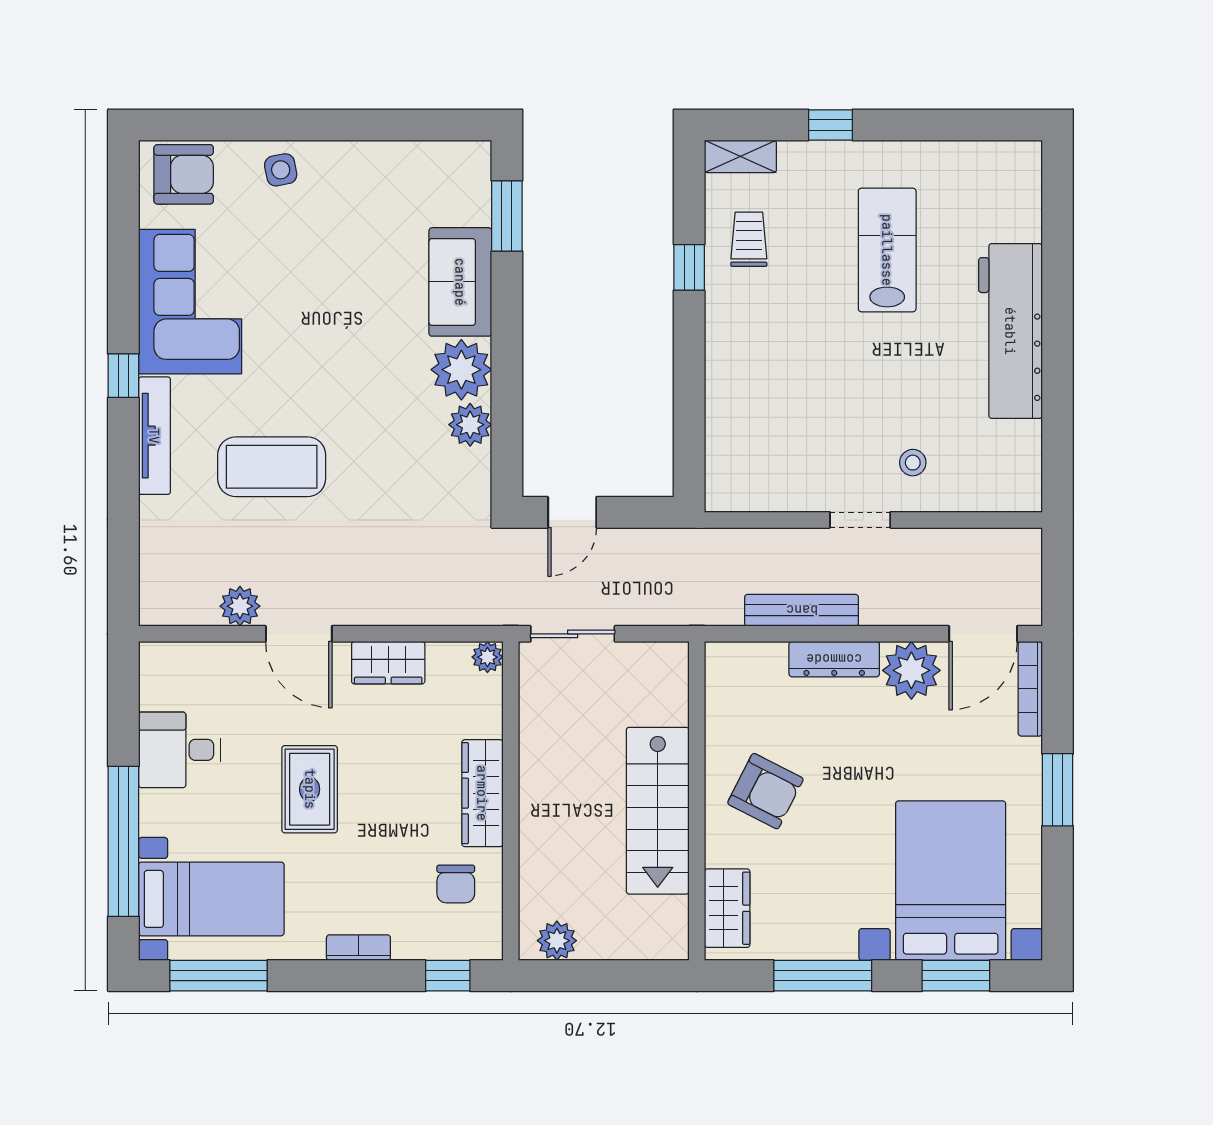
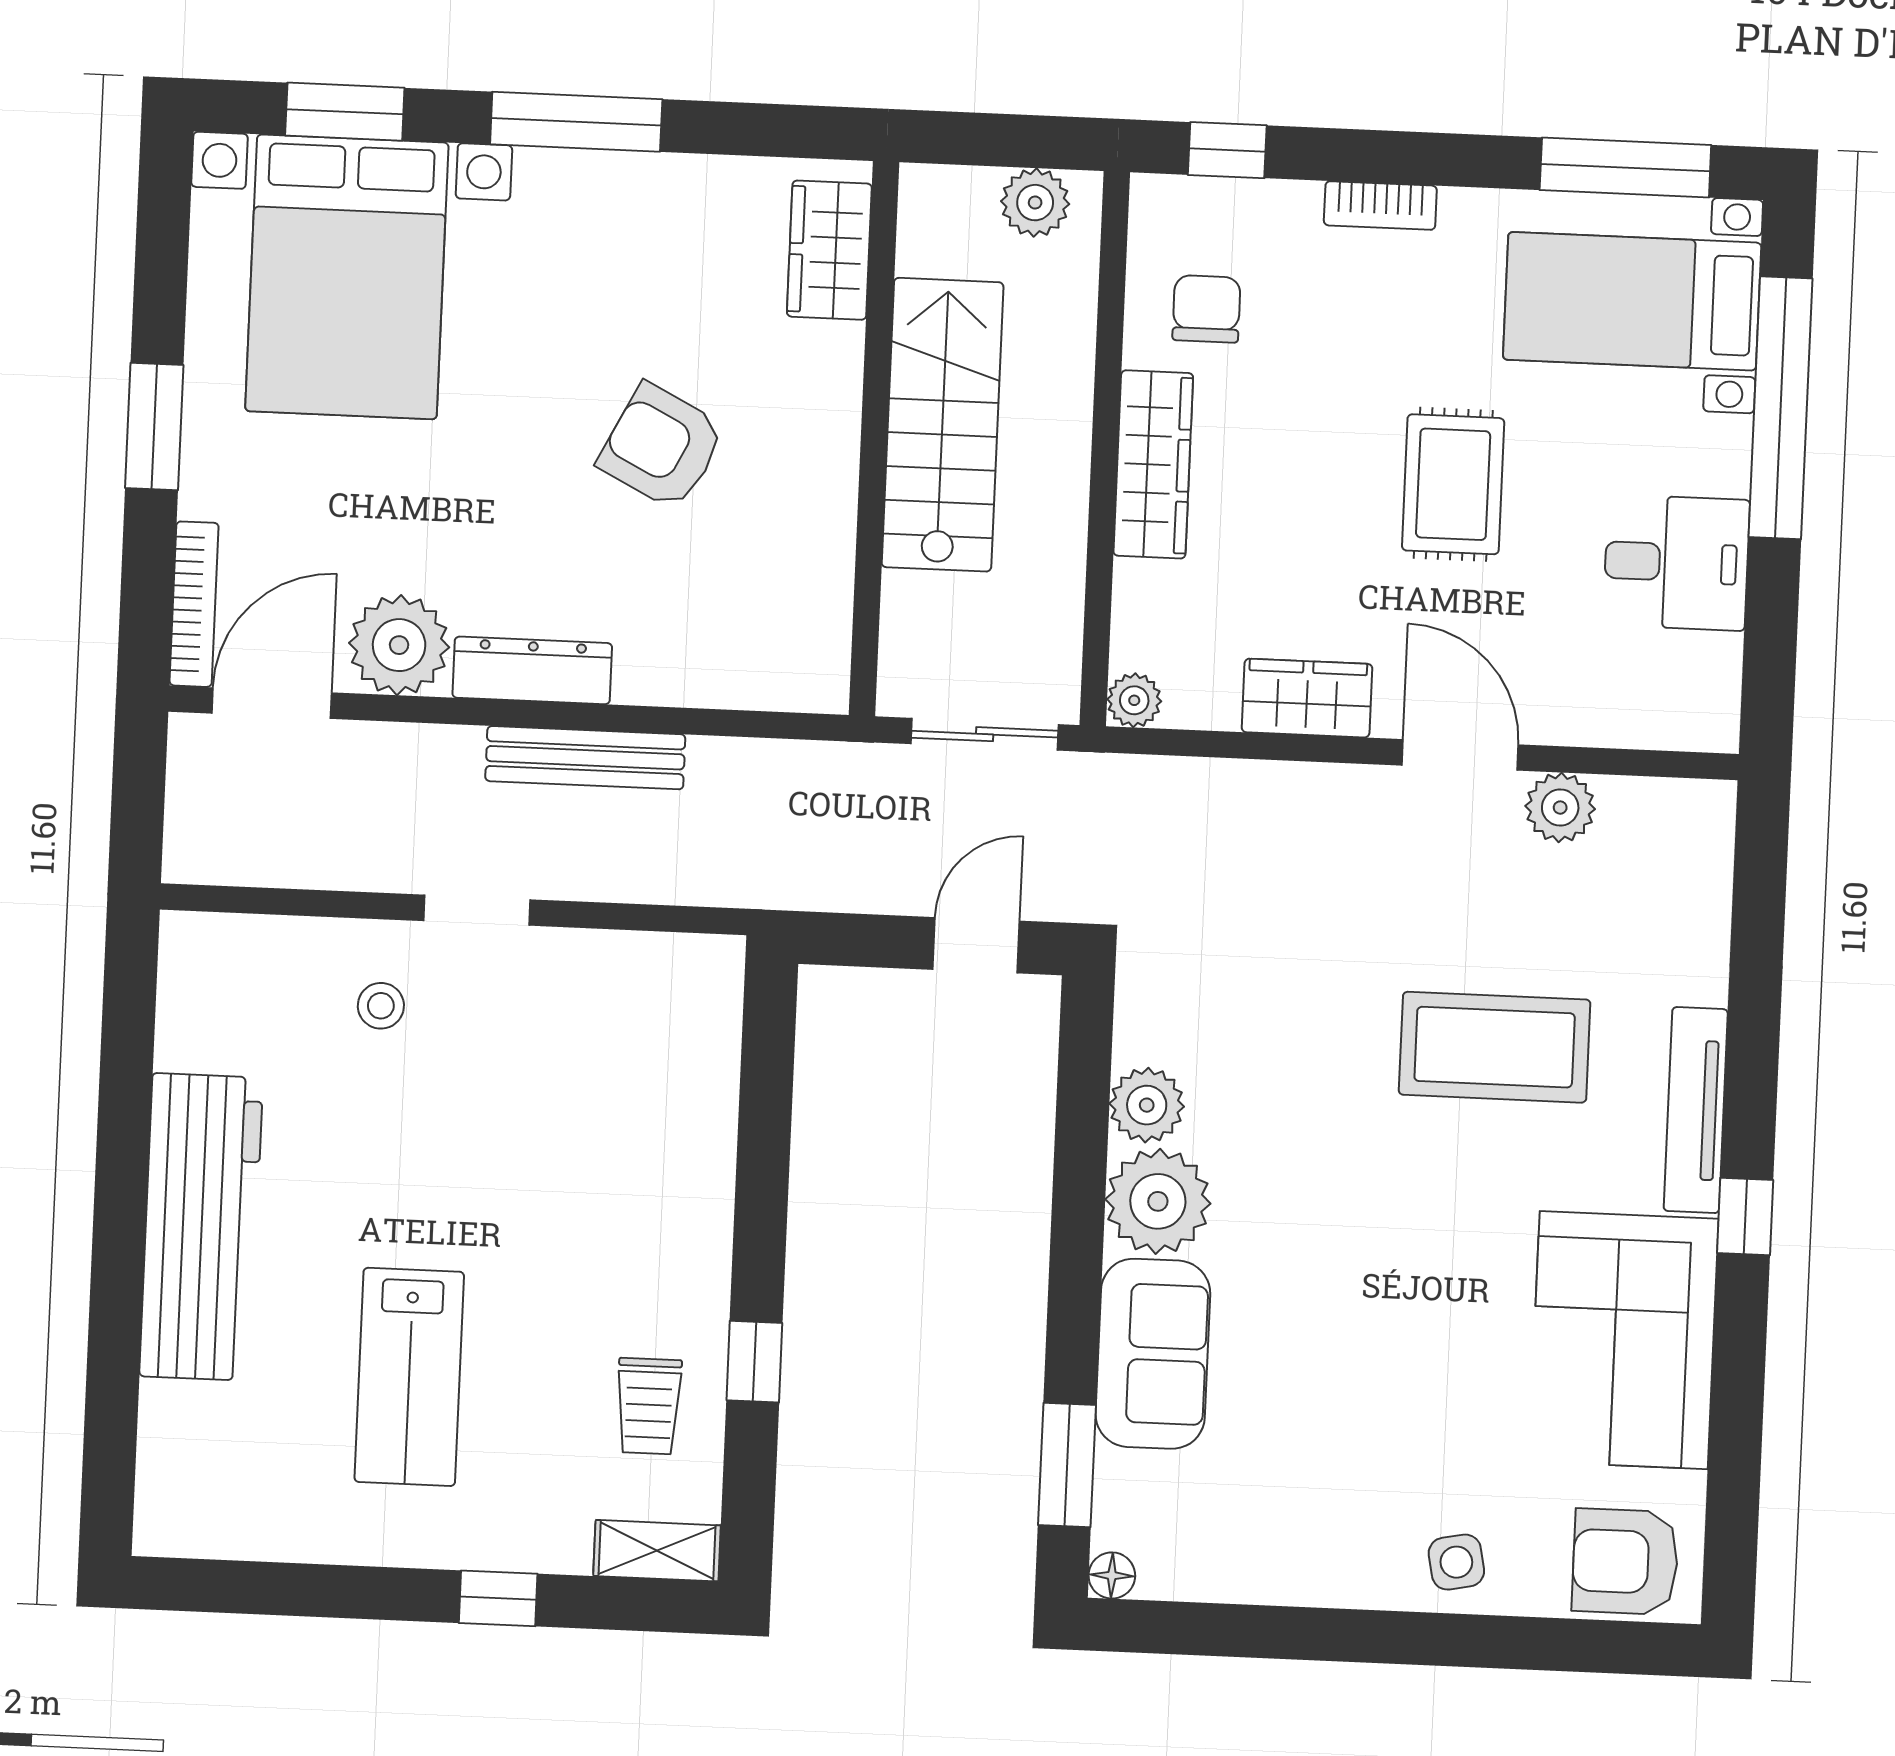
floor lamp: (478, 154) -> (1112, 1575), added
wall: (697, 801) -> (874, 439), moved
stairs: (658, 811) -> (943, 425), moved
wardrobe: (727, 908) -> (829, 250), moved

